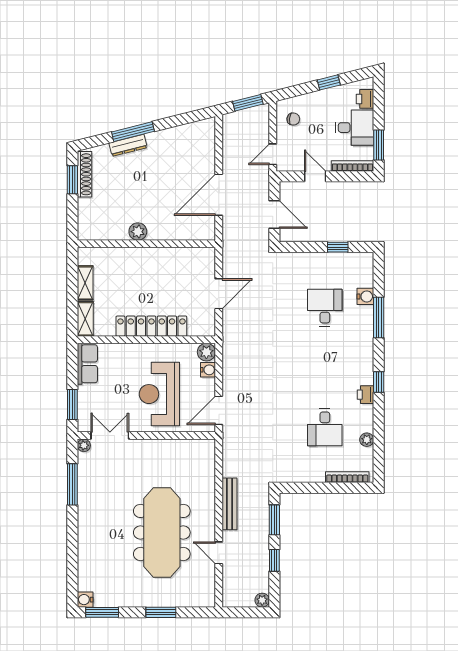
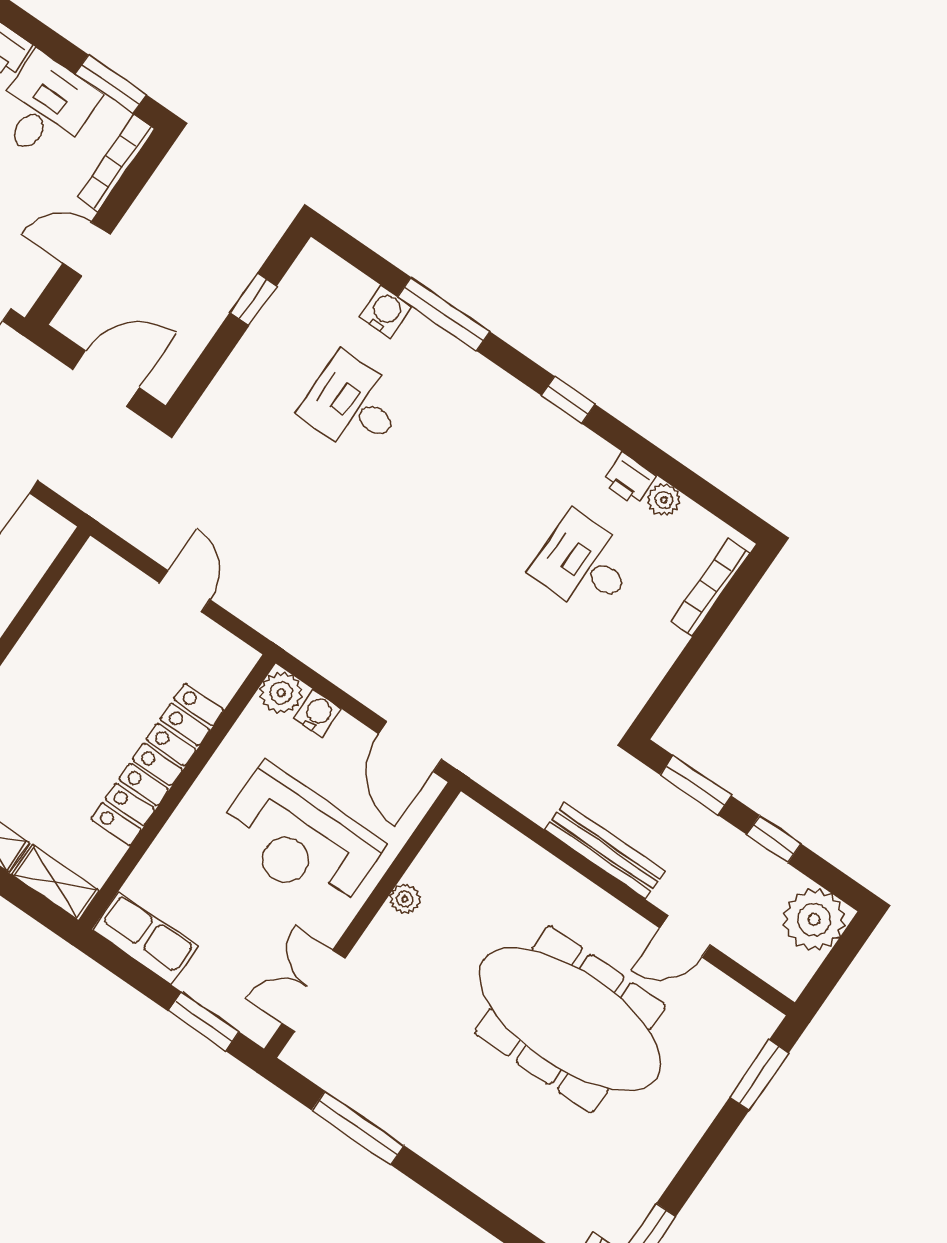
door: (219, 294) -> (185, 591), width x0.73
printer: (365, 395) -> (629, 479), moved
desk: (325, 427) -> (584, 564), turned 180
plant: (84, 445) -> (405, 899), moved
plant: (262, 600) -> (814, 919), width x1.88, depth x1.88
window: (161, 612) -> (759, 1075), moved

